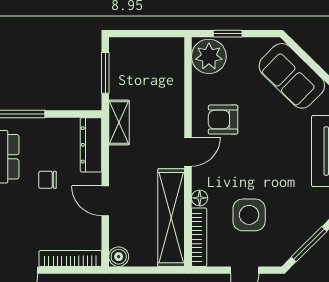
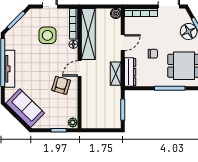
plant: (209, 56) -> (73, 123), width x0.53, depth x0.53
armchair: (223, 120) -> (61, 85), turned -74
shelving: (119, 123) -> (116, 74), moved
door: (105, 201) -> (123, 43), hinge flipped

